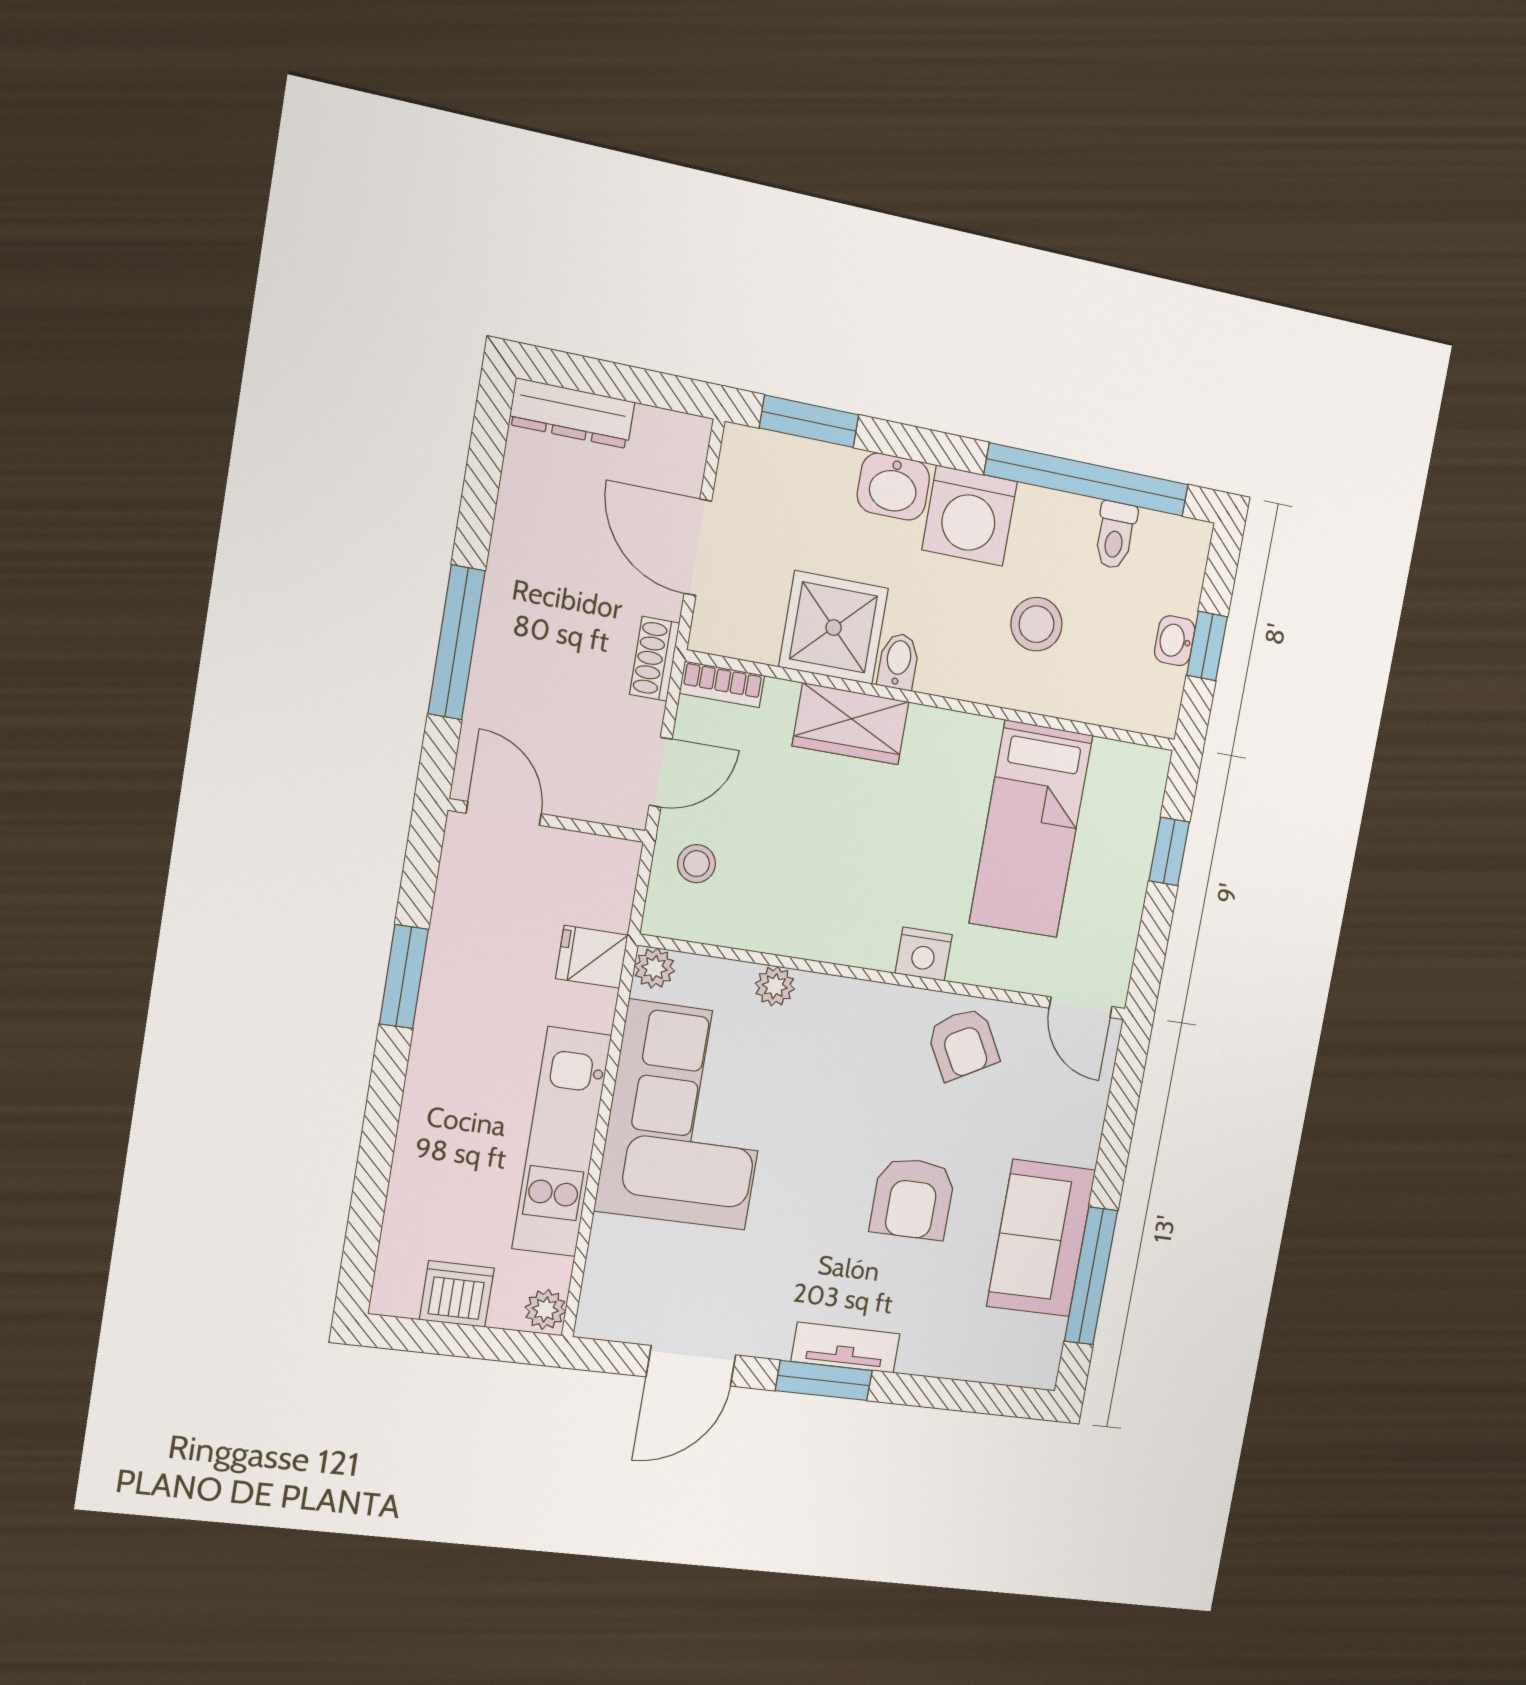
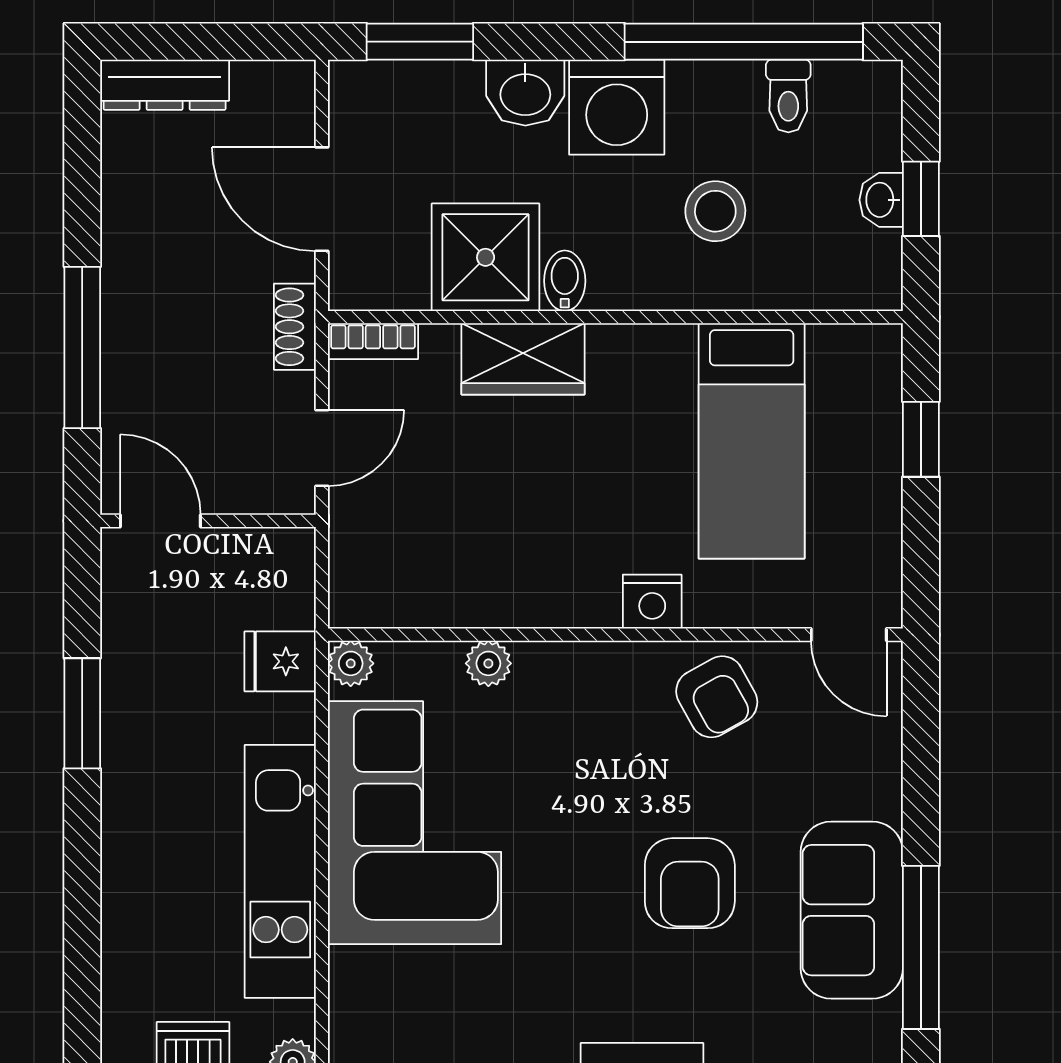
stool: (696, 864) -> (378, 541), removed

